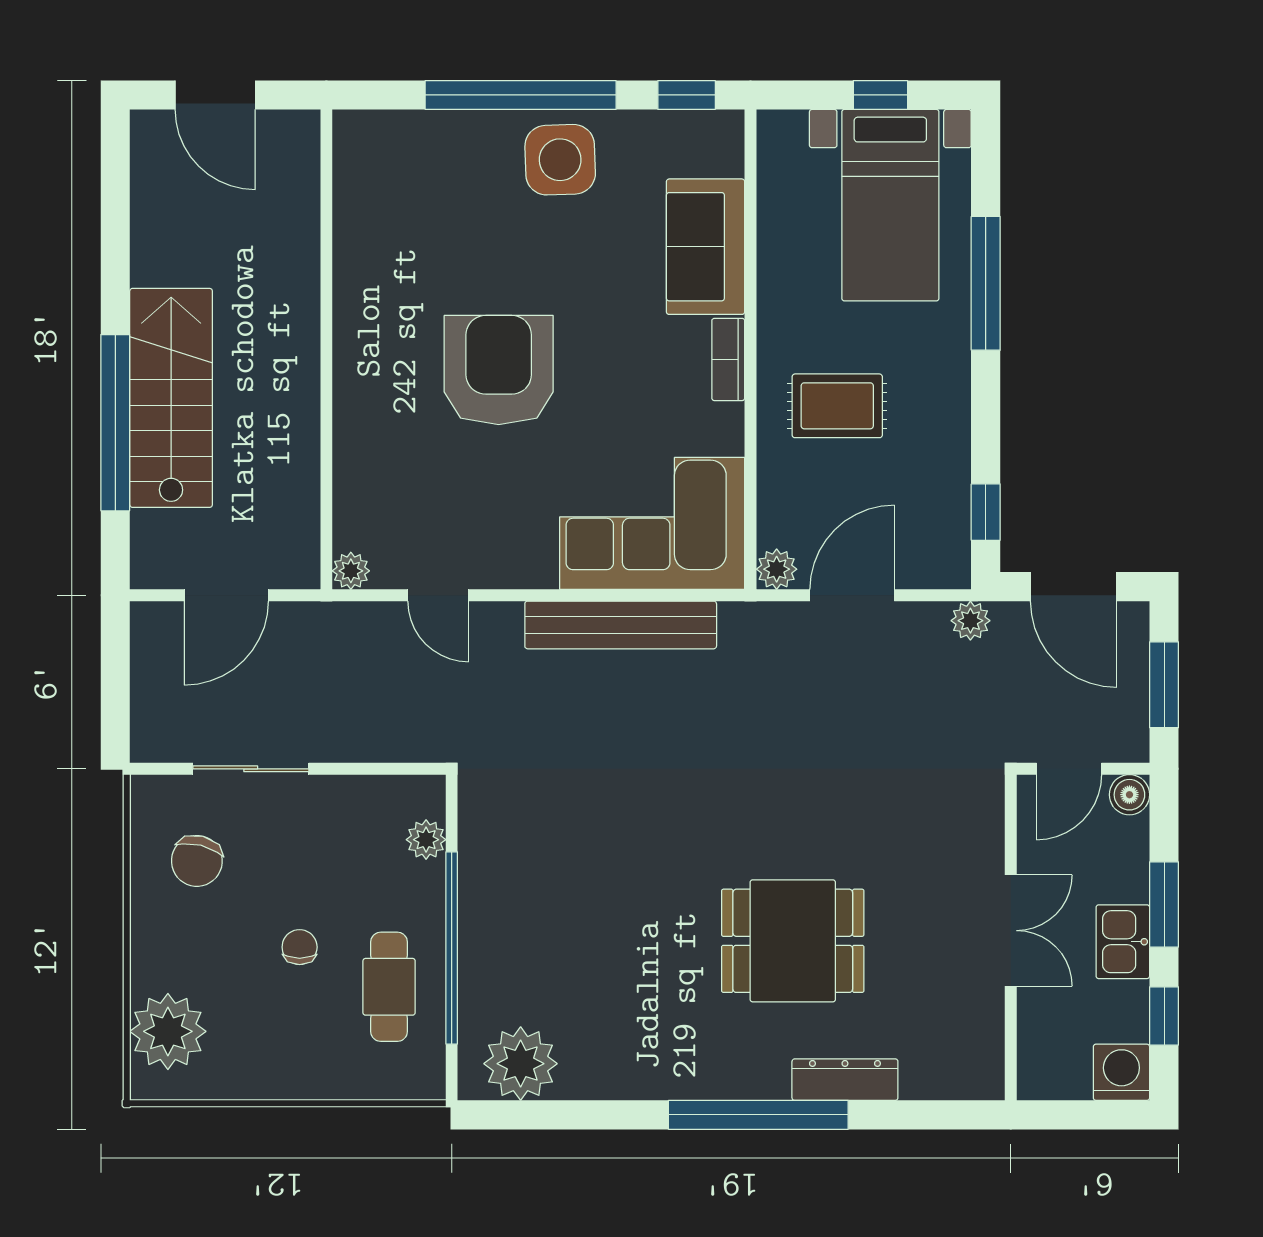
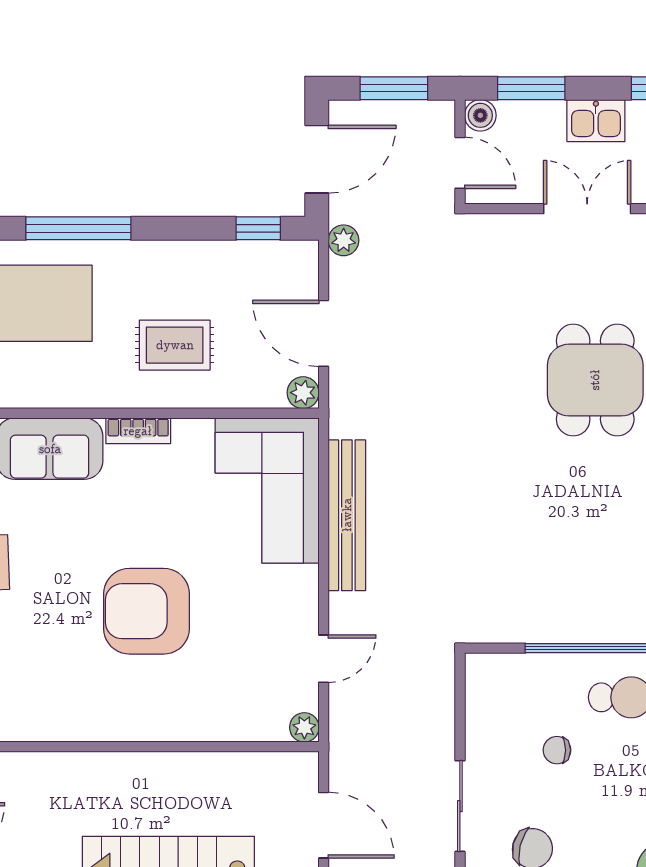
rug: (837, 406) -> (175, 345), turned 90
plant: (426, 840) -> (516, 668), removed
window: (1164, 904) -> (531, 88), moved
chair: (300, 947) -> (557, 750), moved

